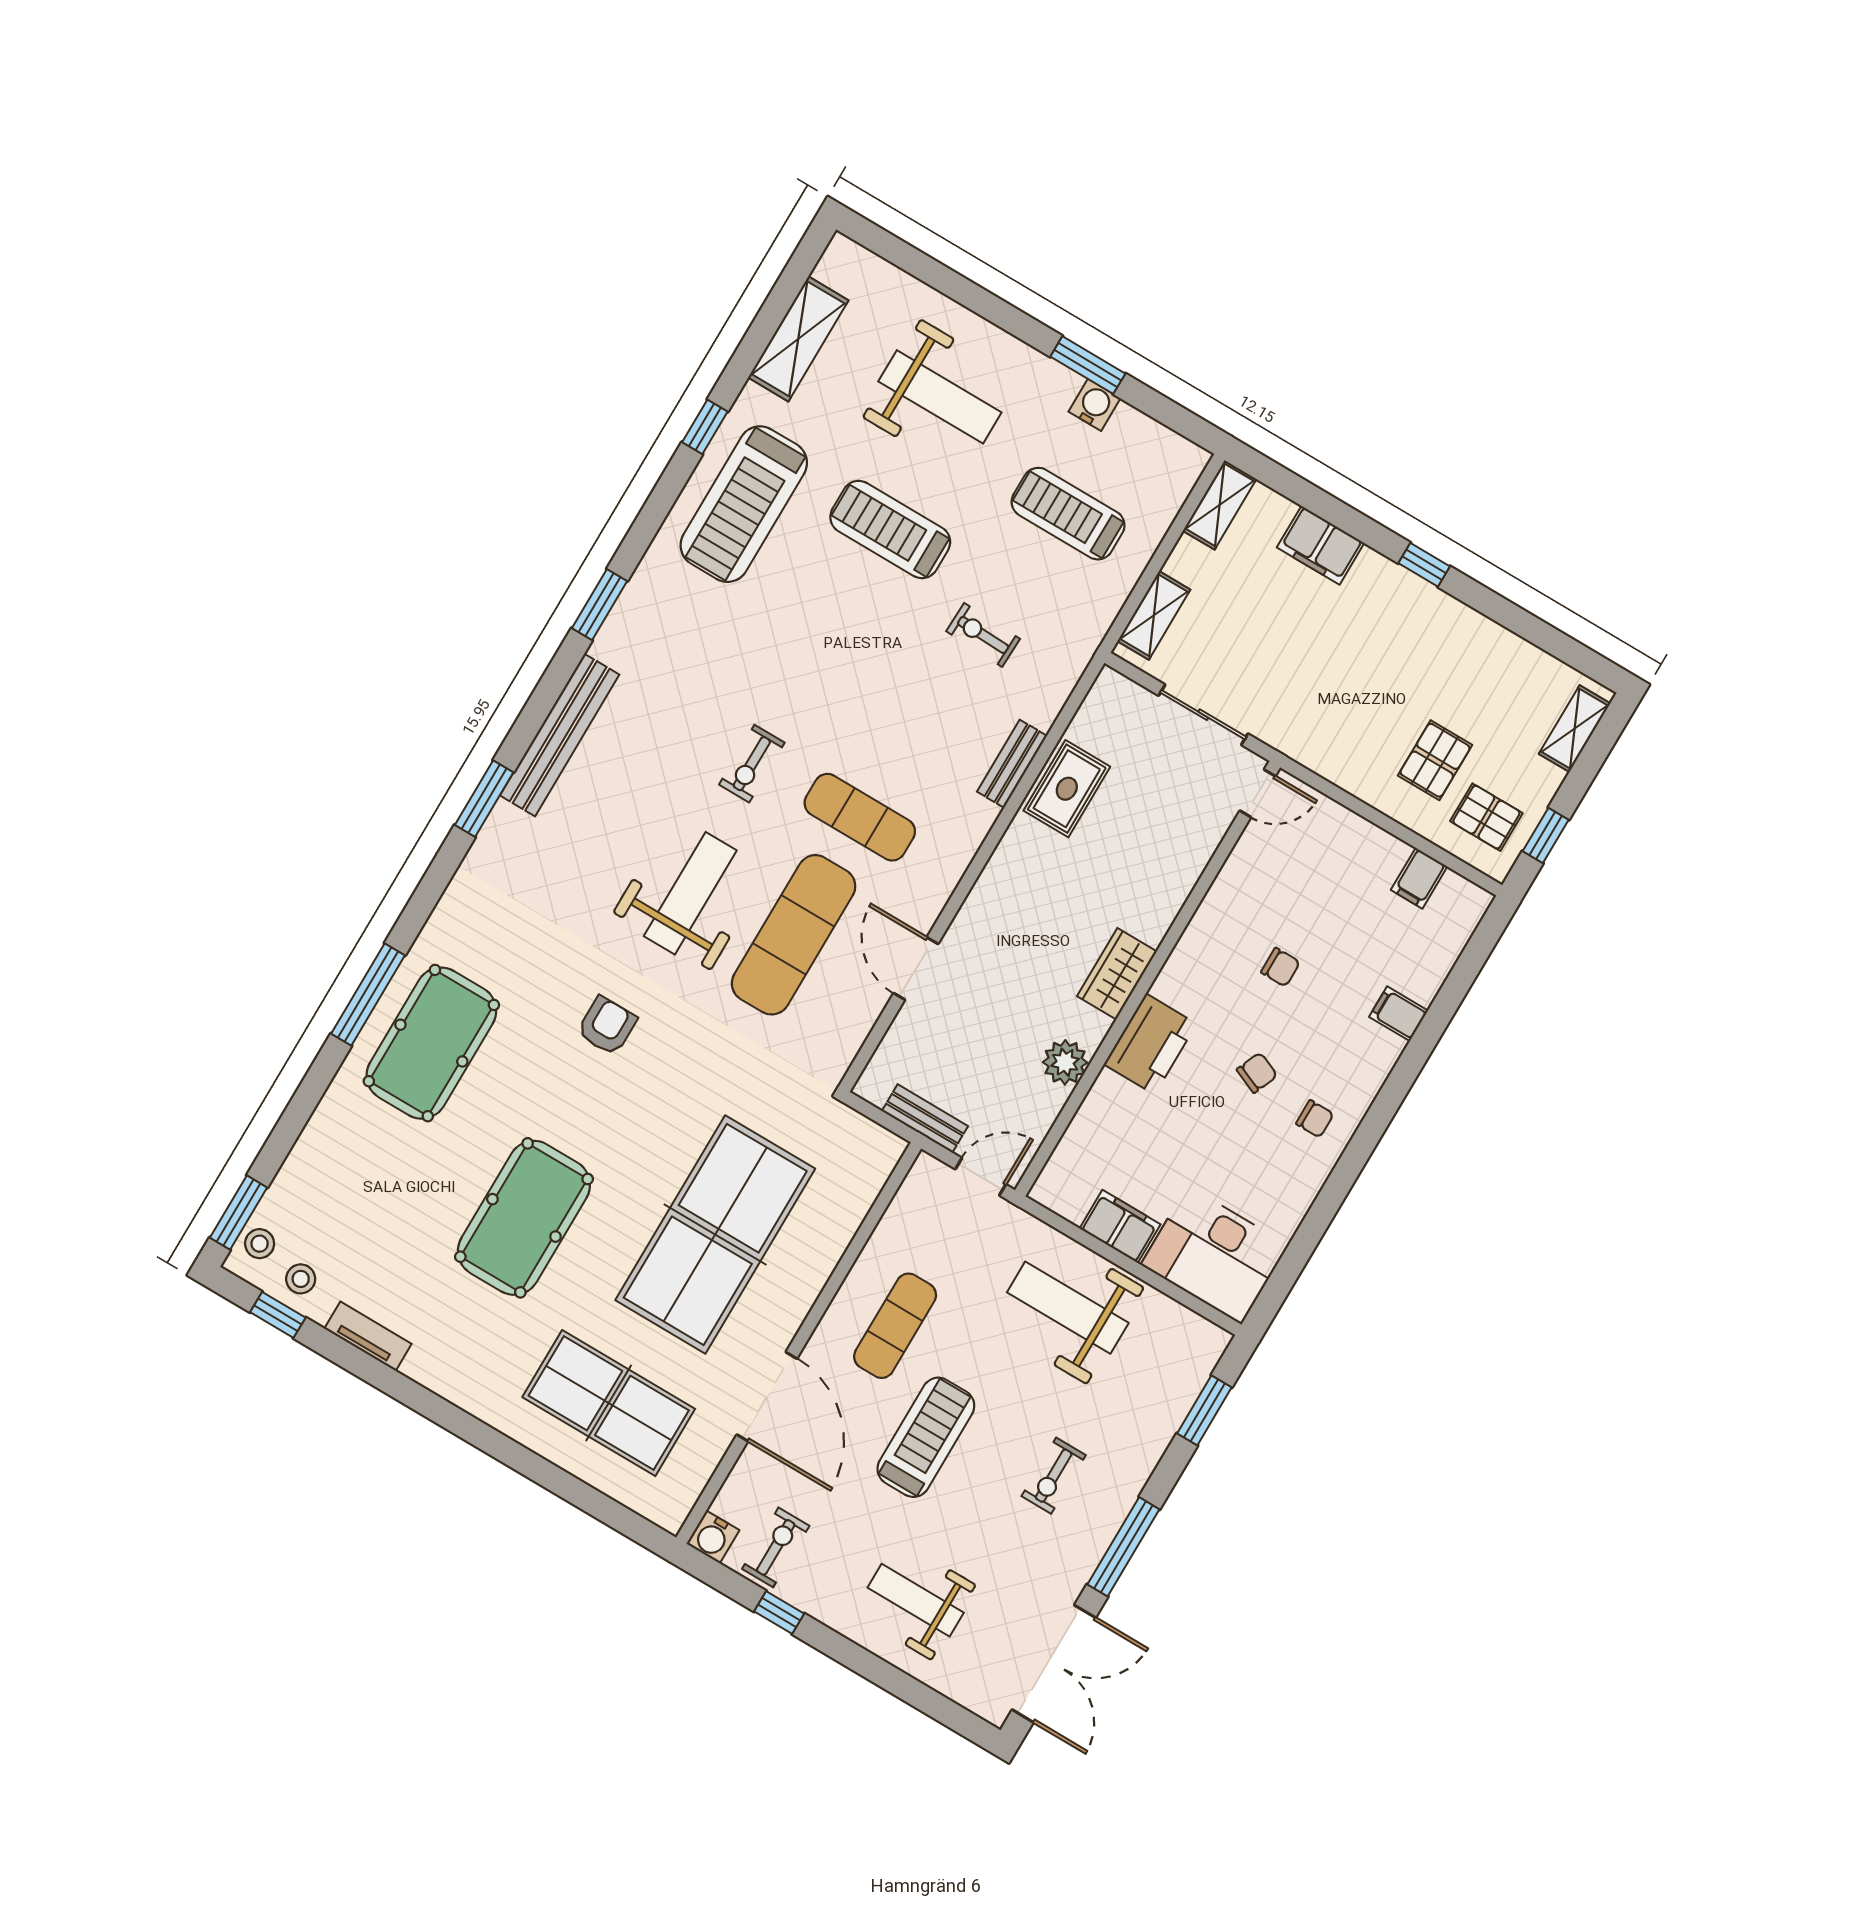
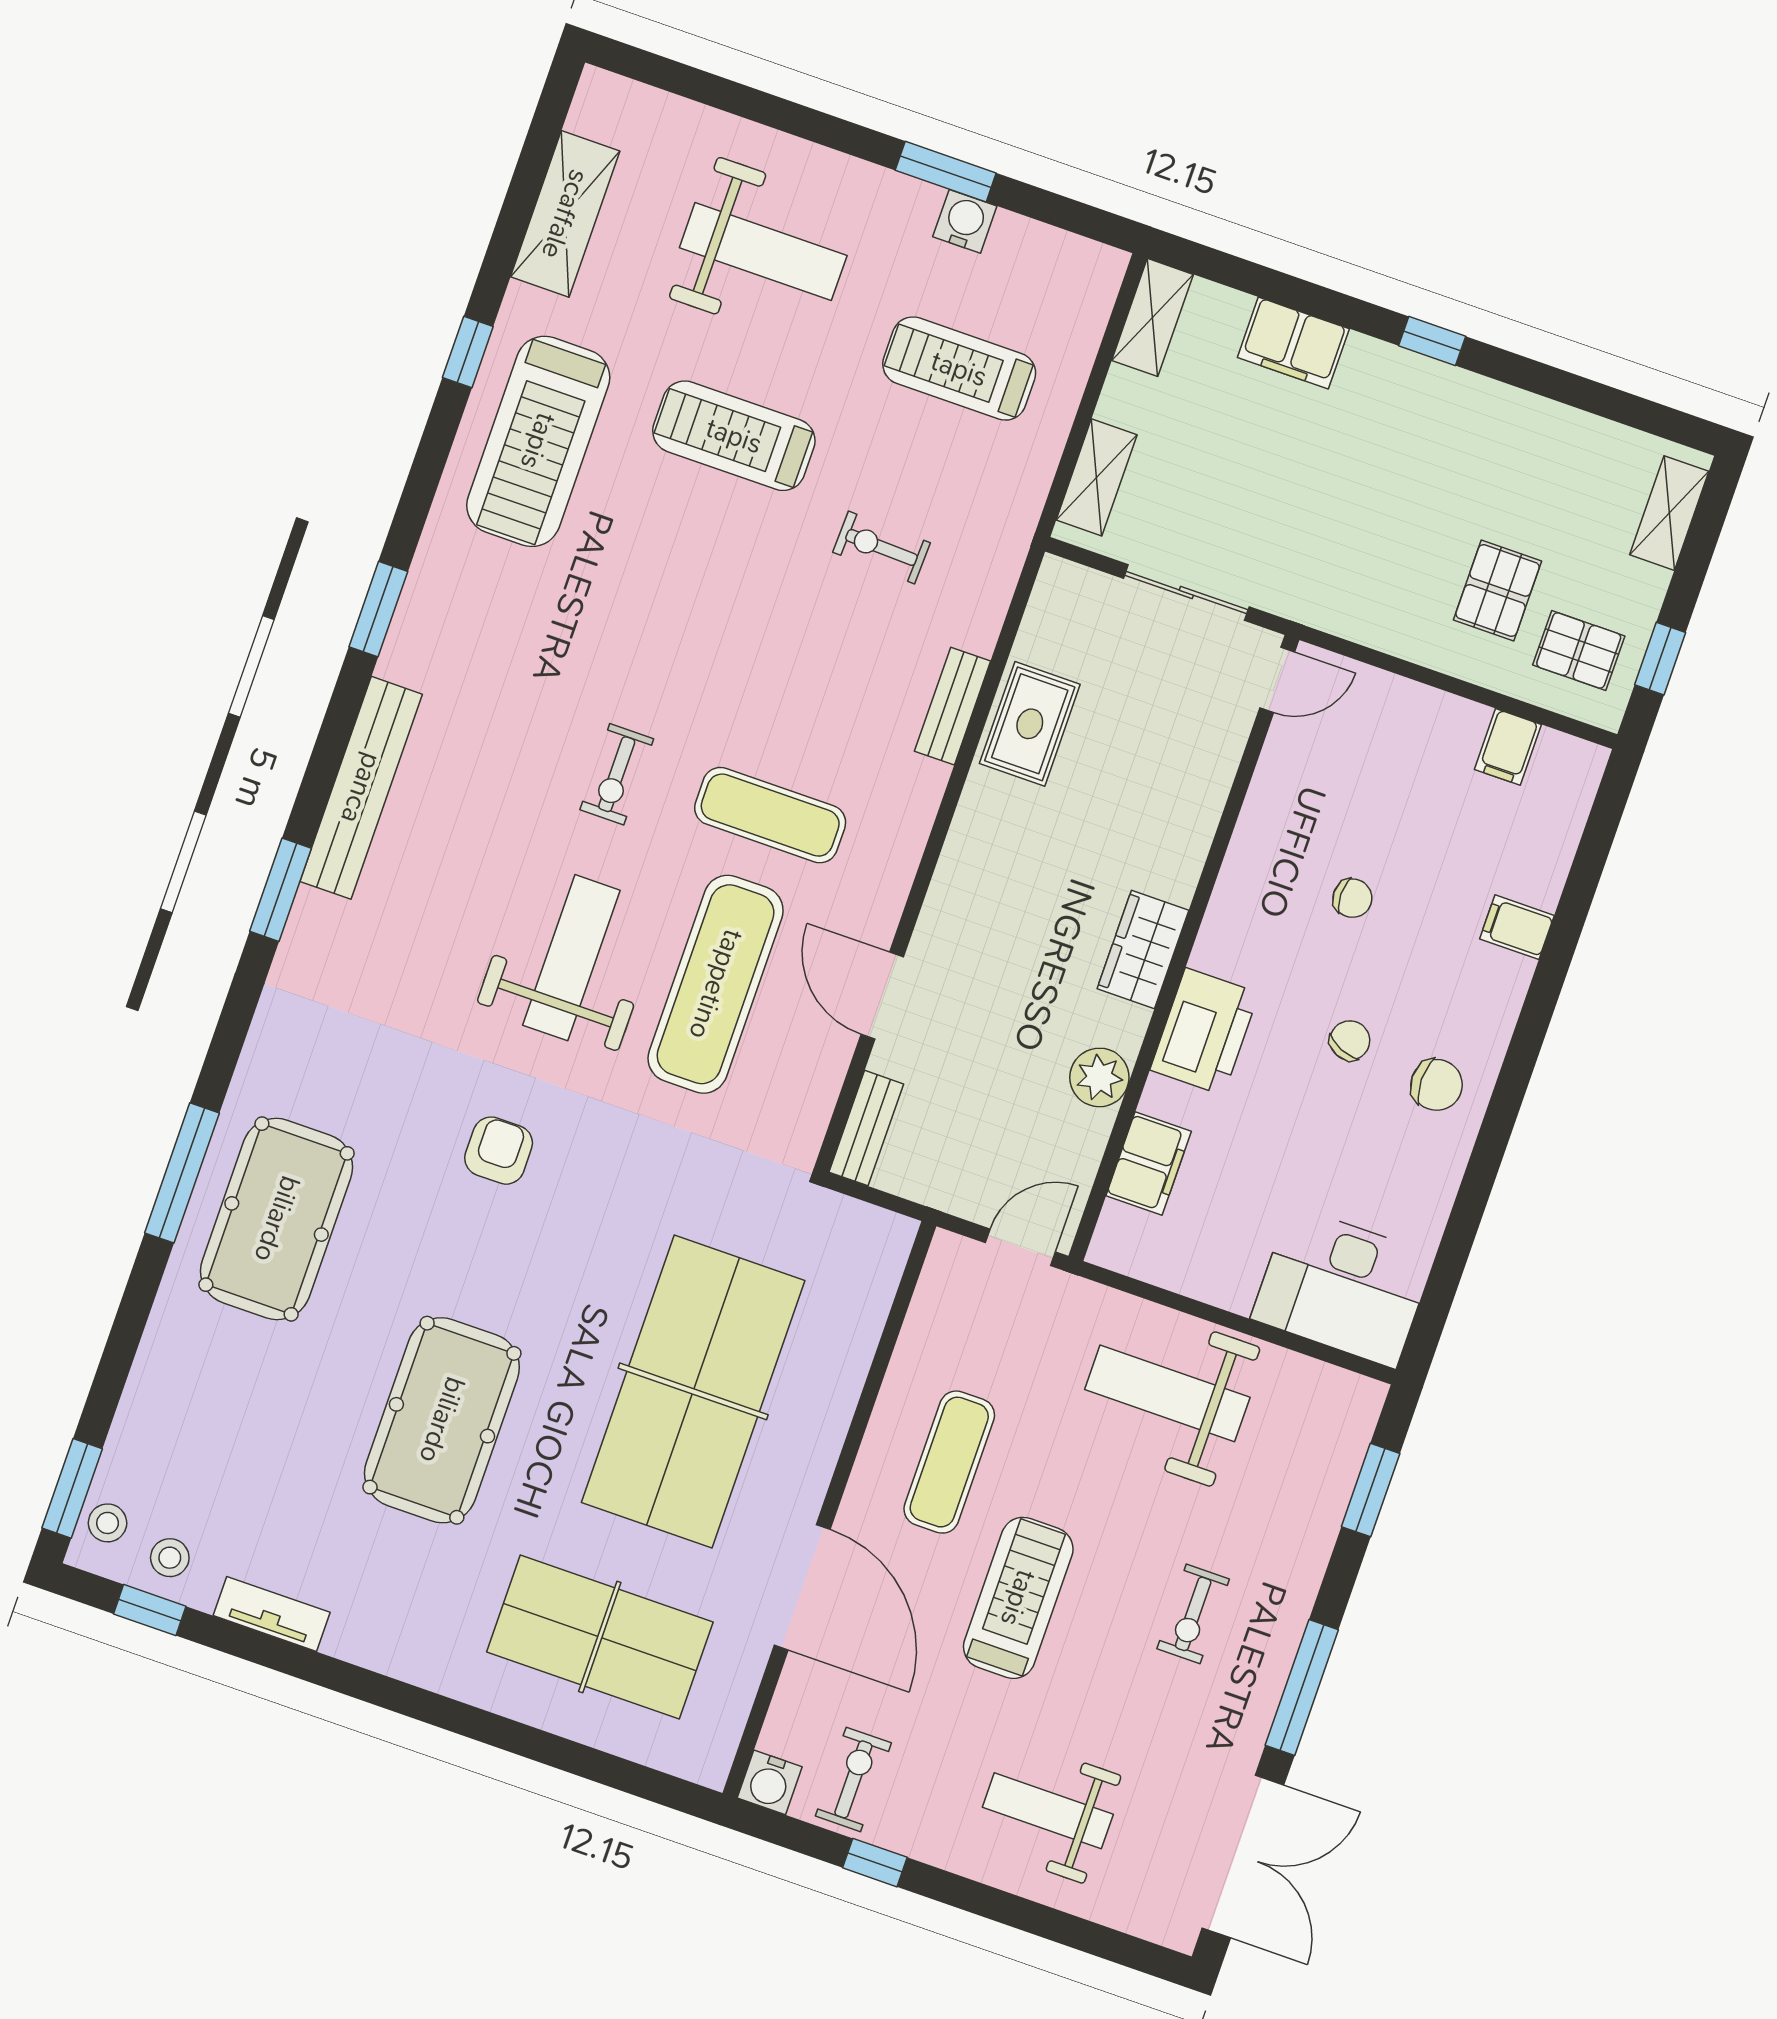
bench: (925, 1119) -> (866, 1128), moved, turned 90
chair: (1315, 1119) -> (1437, 1085), width x1.37, depth x1.37
filing cabinet: (1120, 1226) -> (1149, 1163), moved, turned 90

